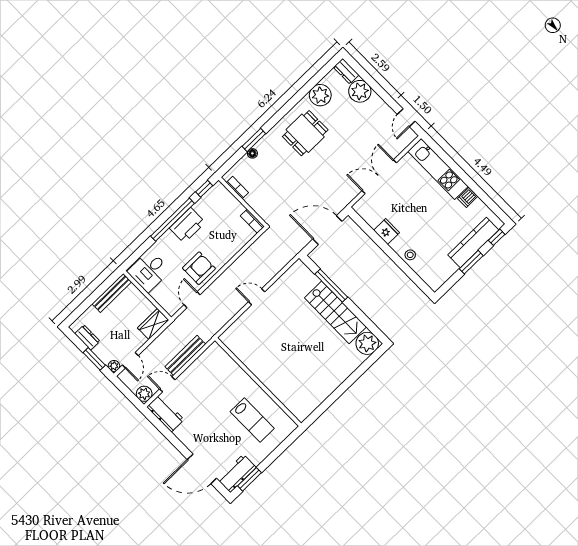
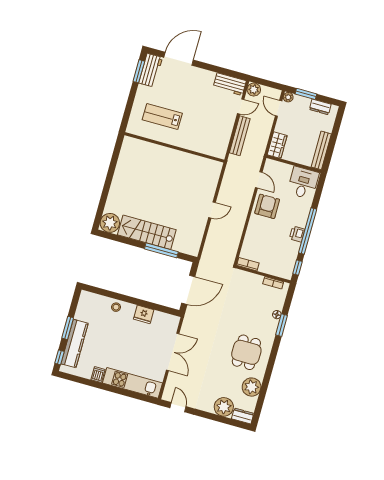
printer: (187, 225) -> (297, 234), width x0.53, depth x0.68
armchair: (199, 268) -> (267, 206), turned 180

